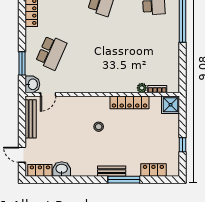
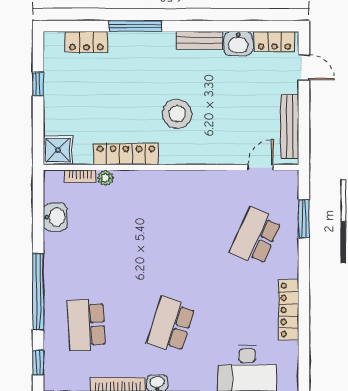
washbasin: (32, 84) -> (55, 217), moved, turned 180
stool: (99, 127) -> (177, 114), width x1.89, depth x1.89
bench: (112, 171) -> (199, 40), moved

